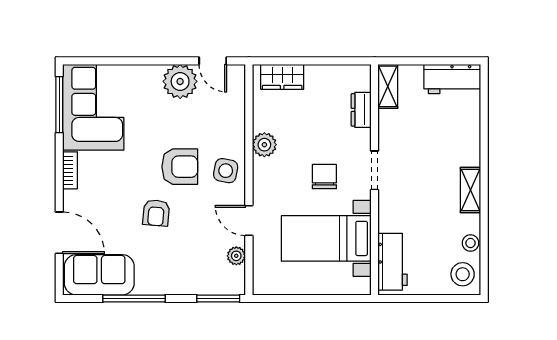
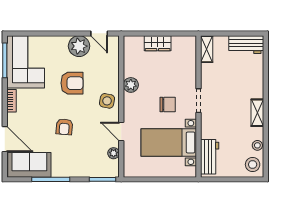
wardrobe: (282, 77) -> (158, 43), moved
dresser: (361, 110) -> (190, 64), removed
armchair: (180, 167) -> (72, 83), moved
chair: (324, 177) -> (168, 105), turned 90

